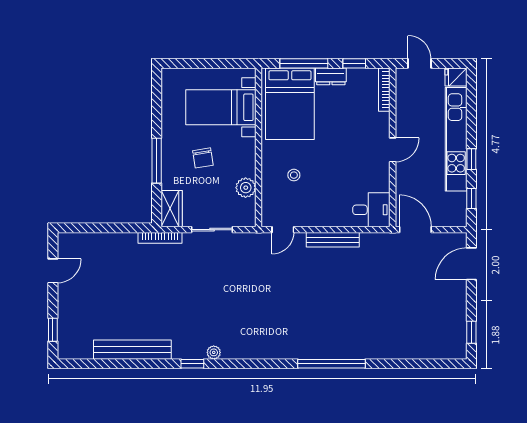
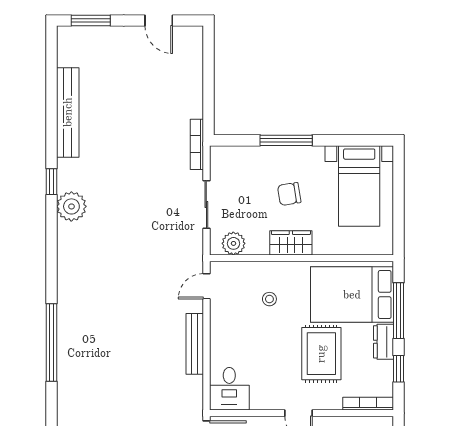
bed with nightstands: (221, 107) -> (359, 186), moved, turned 180
rug: (341, 130) -> (321, 354), added
plant: (246, 188) -> (233, 243), moved
wardrobe: (172, 209) -> (291, 243), moved, turned 180
door: (283, 230) -> (206, 286), hinge flipped
window: (53, 330) -> (91, 21), width x1.50
plant: (214, 352) -> (71, 206), width x1.88, depth x1.88

